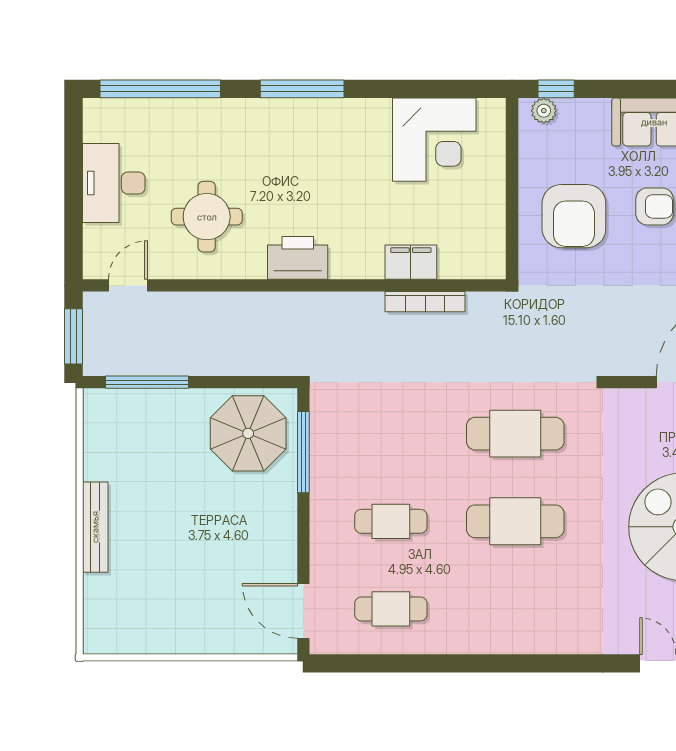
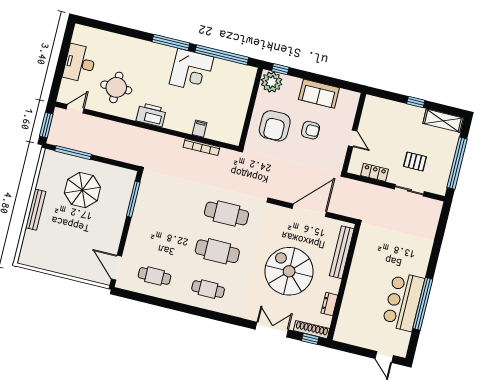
window: (160, 89) -> (222, 55), moved
plant: (544, 111) -> (272, 82), width x1.87, depth x1.87
corner desk: (434, 140) -> (191, 71), moved
filing cabinet: (411, 262) -> (200, 129), width x0.50
parasol: (248, 433) -> (82, 190), moved
cafe table: (391, 521) -> (208, 289), moved

